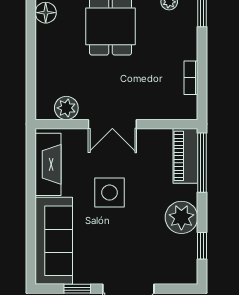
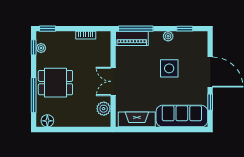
double door: (112, 124) -> (113, 81), swing flipped
side table: (110, 193) -> (169, 68), moved
plant: (181, 217) -> (168, 36), width x0.53, depth x0.53

